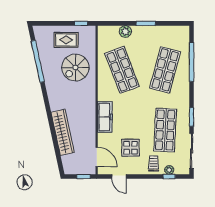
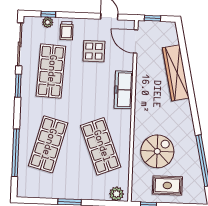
plant: (125, 31) -> (117, 194), moved

